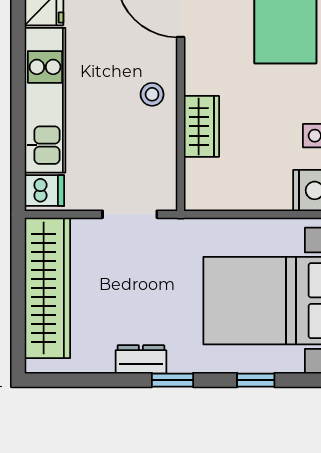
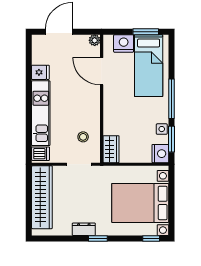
stool: (152, 94) -> (83, 137), moved
wardrobe: (202, 126) -> (111, 149), moved
window: (256, 380) -> (151, 239), moved

